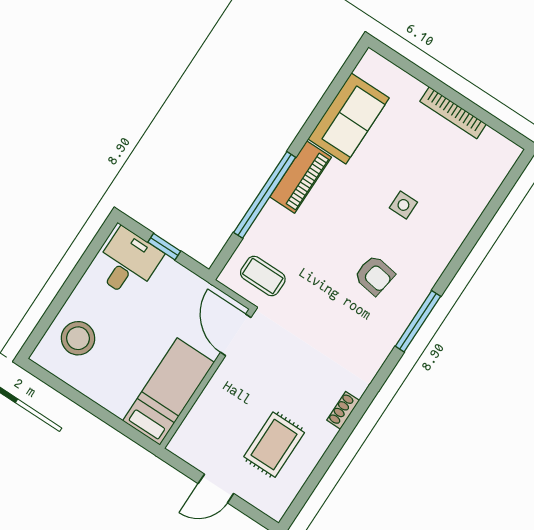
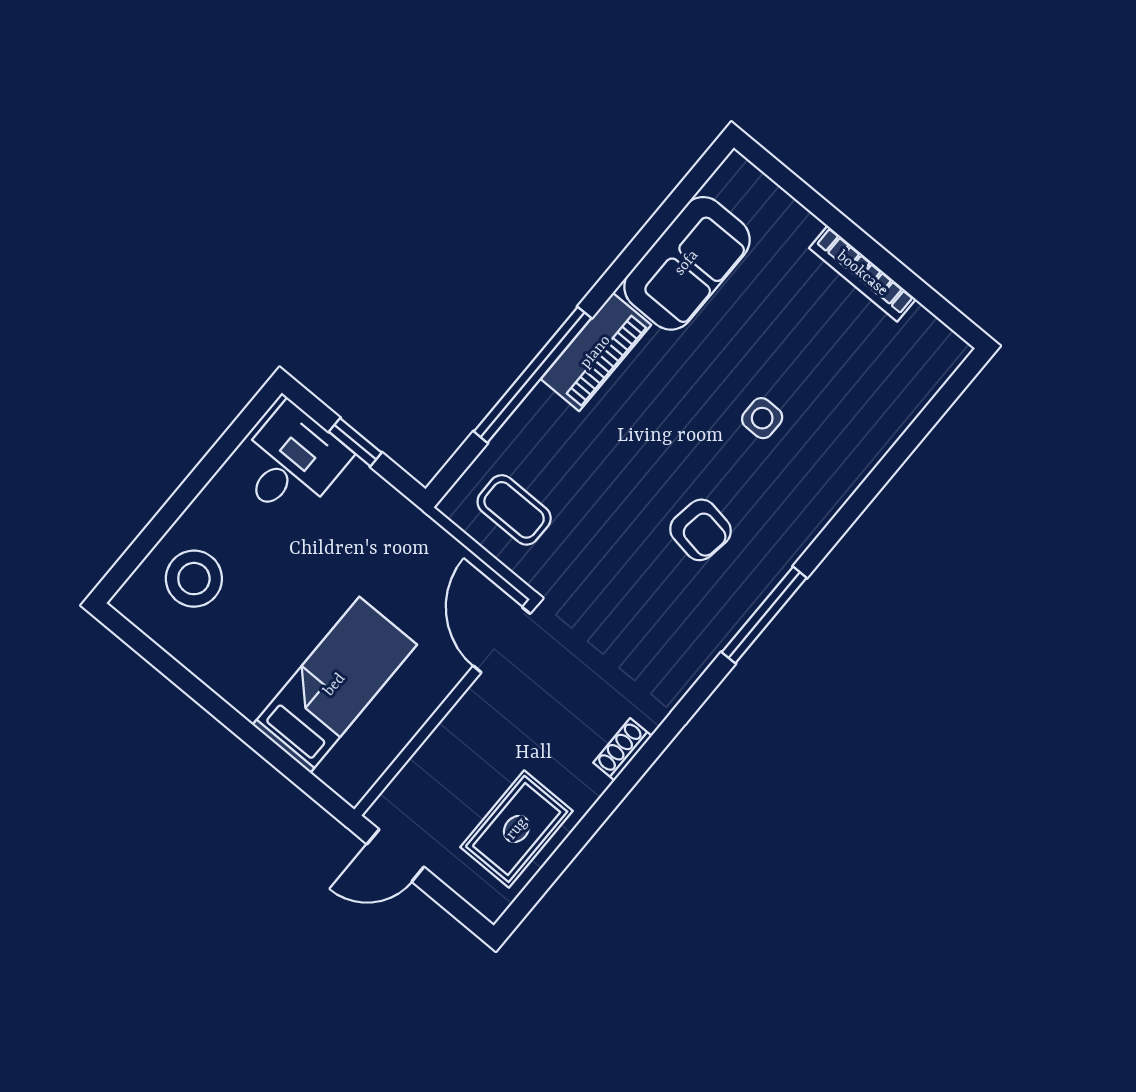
door: (236, 335) -> (502, 640), moved
wall: (207, 379) -> (446, 707), moved
rug: (274, 445) -> (517, 829), moved

